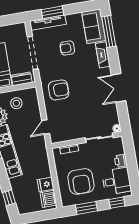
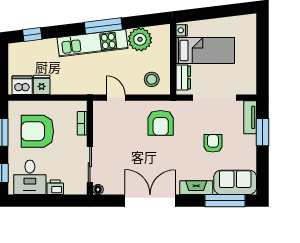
tv unit: (48, 23) -> (250, 117), width x0.71
double door: (119, 88) -> (150, 201), width x1.37
stool: (16, 103) -> (152, 79), moved

